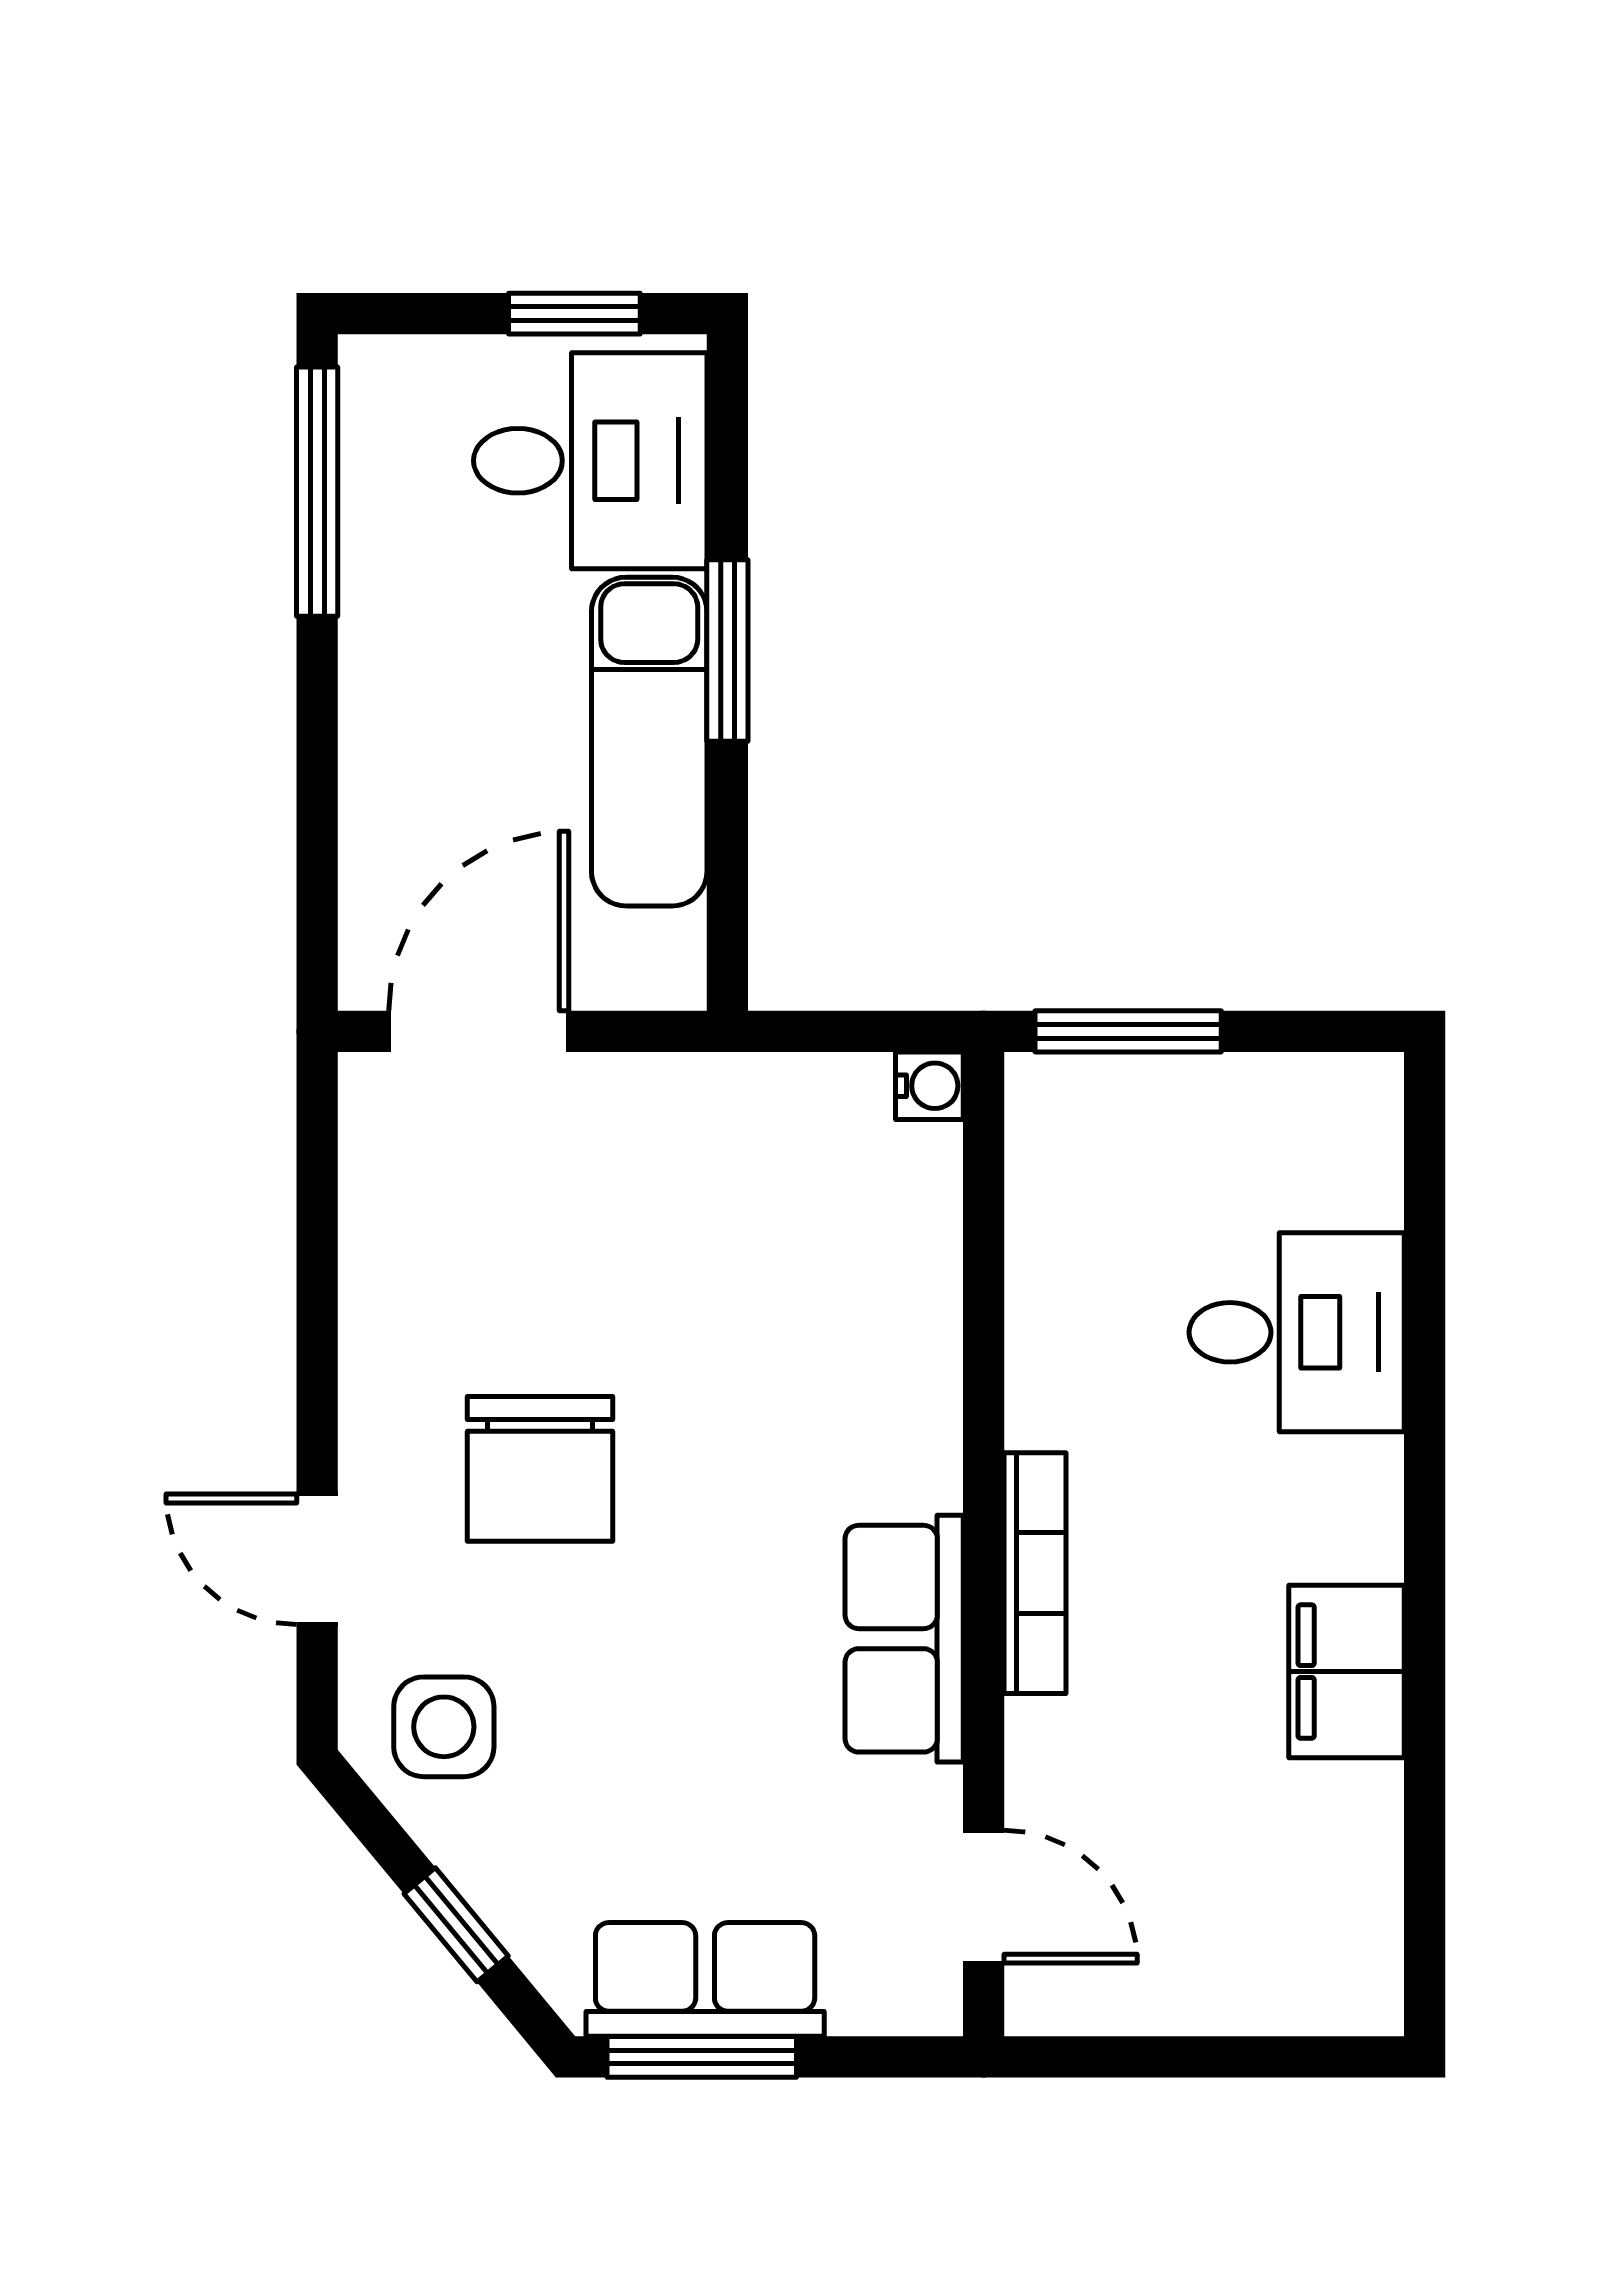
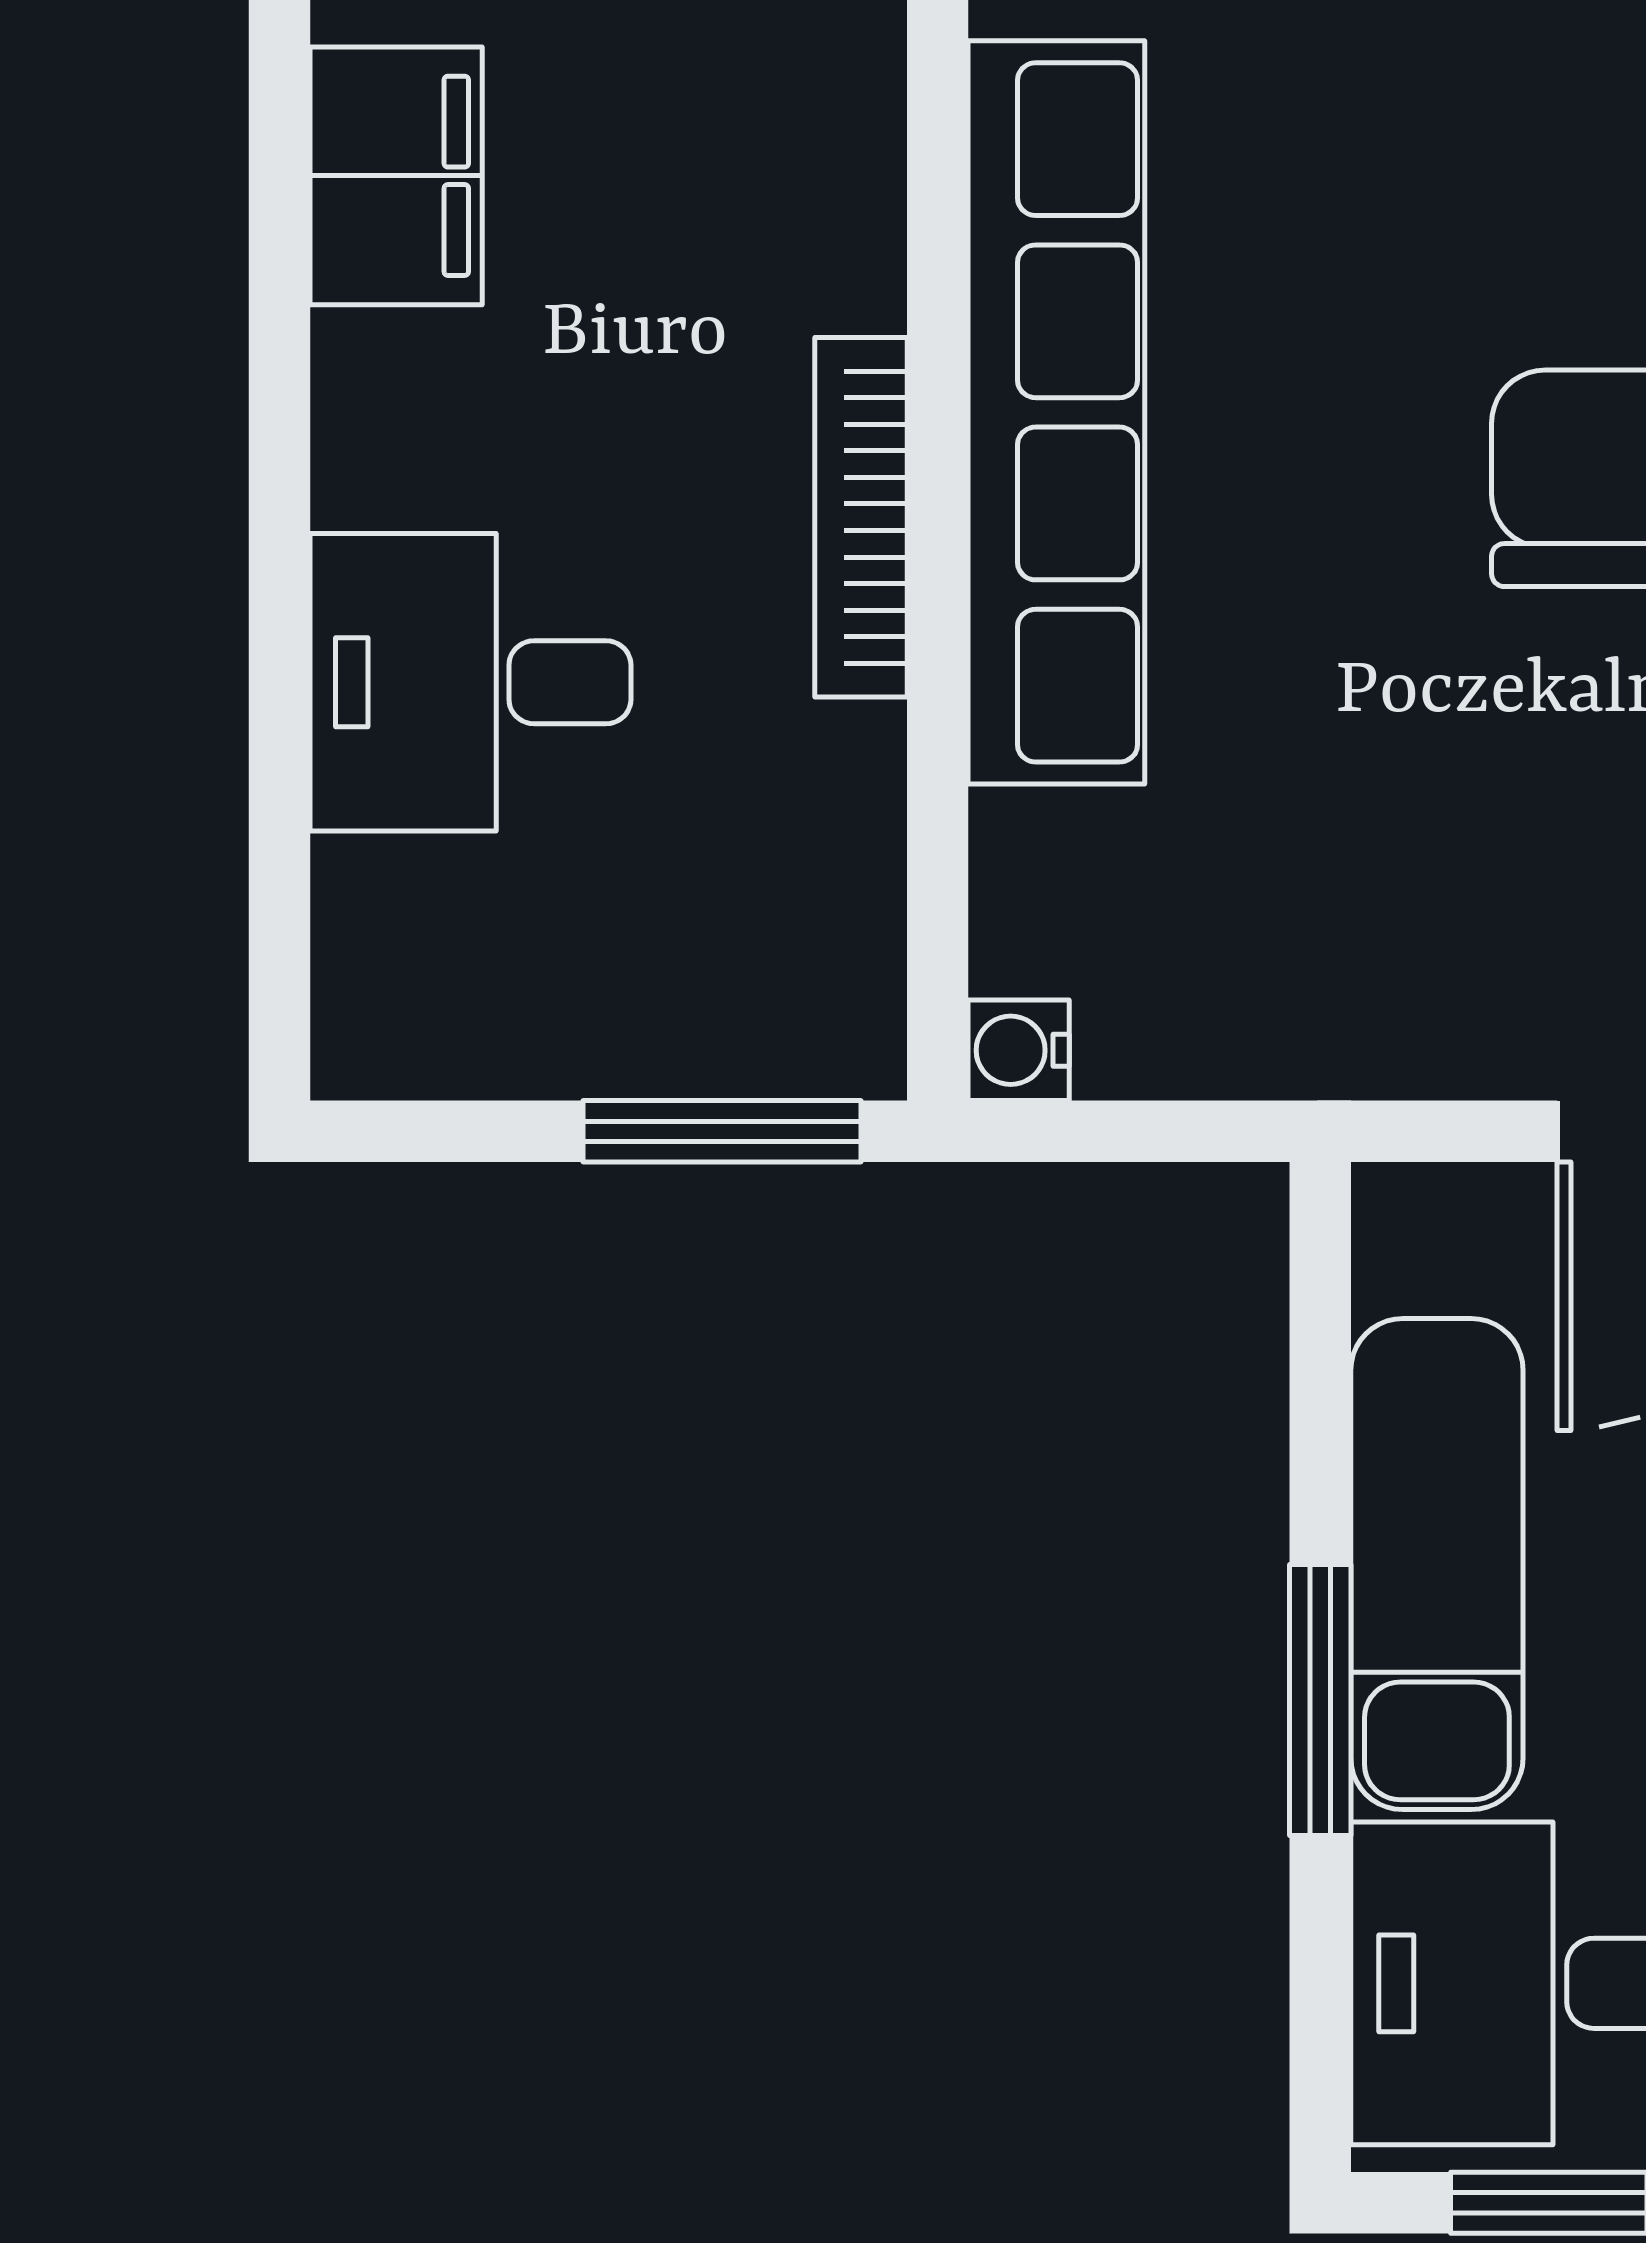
bookcase: (1035, 1573) -> (861, 517), moved
row of seats: (904, 1639) -> (1056, 412), width x2.02

